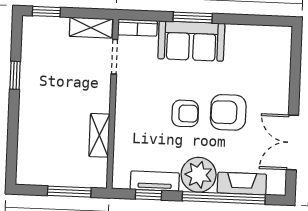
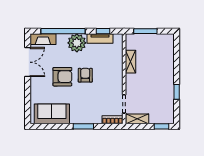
sofa: (191, 41) -> (52, 114), moved
armchair: (185, 113) -> (85, 75), turned 90
fireplace: (242, 184) -> (43, 39), moved

